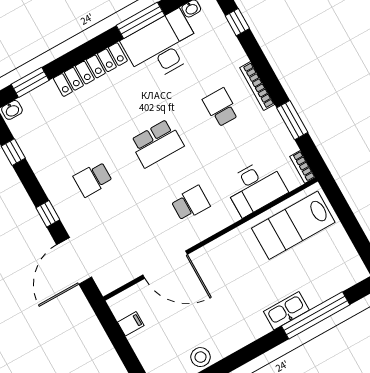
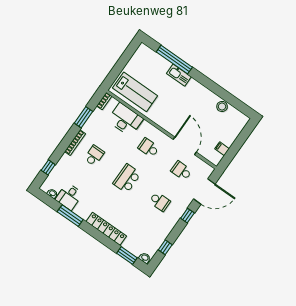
desk: (162, 47) -> (69, 197), width x0.53, depth x0.77
school desk: (221, 107) -> (94, 156), turned 180
school desk: (157, 143) -> (127, 179), turned -90
school desk: (127, 239) -> (181, 171), added

